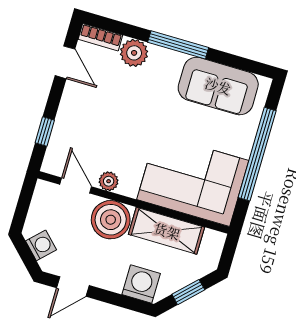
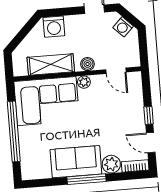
sofa: (218, 86) -> (76, 162), moved
window: (45, 131) -> (149, 115), moved
plant: (109, 181) -> (84, 82), moved
boiler: (111, 220) -> (87, 64), width x0.54, depth x0.54
window: (188, 292) -> (24, 33), removed

